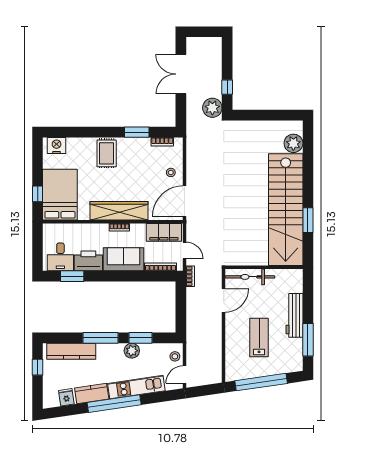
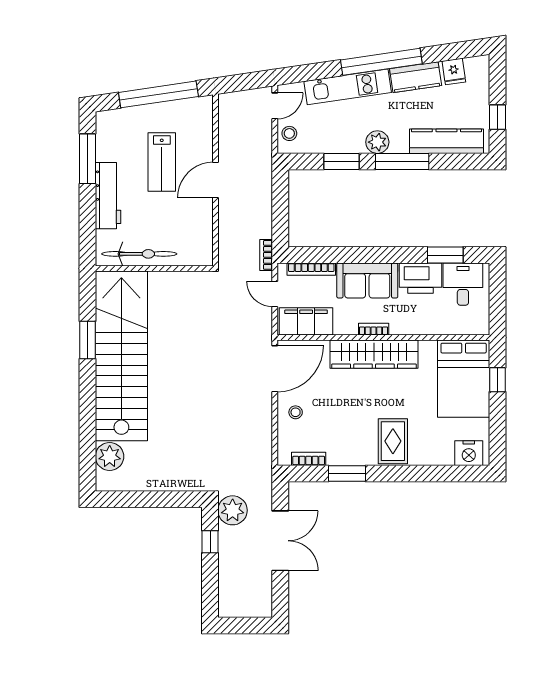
double door: (181, 74) -> (280, 541), moved
bicycle: (250, 277) -> (139, 254), moved
door: (224, 300) -> (216, 180), moved
plant: (132, 351) -> (377, 142), moved

